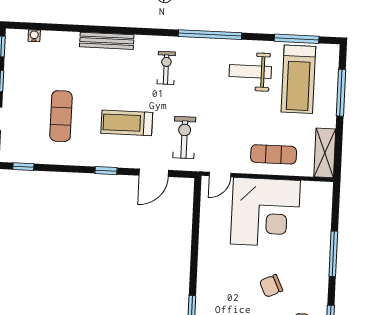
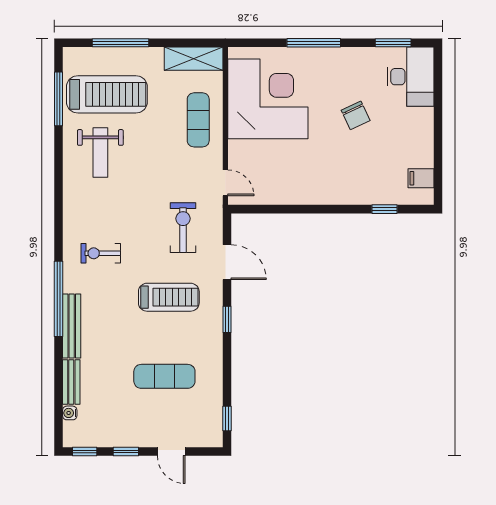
window: (210, 35) -> (59, 299), moved
bench: (60, 38) -> (71, 382), added
treadmill: (127, 123) -> (169, 297), turned -90
exercise bike: (184, 137) -> (183, 228), turned 90
corner desk: (265, 212) -> (268, 99), moved

